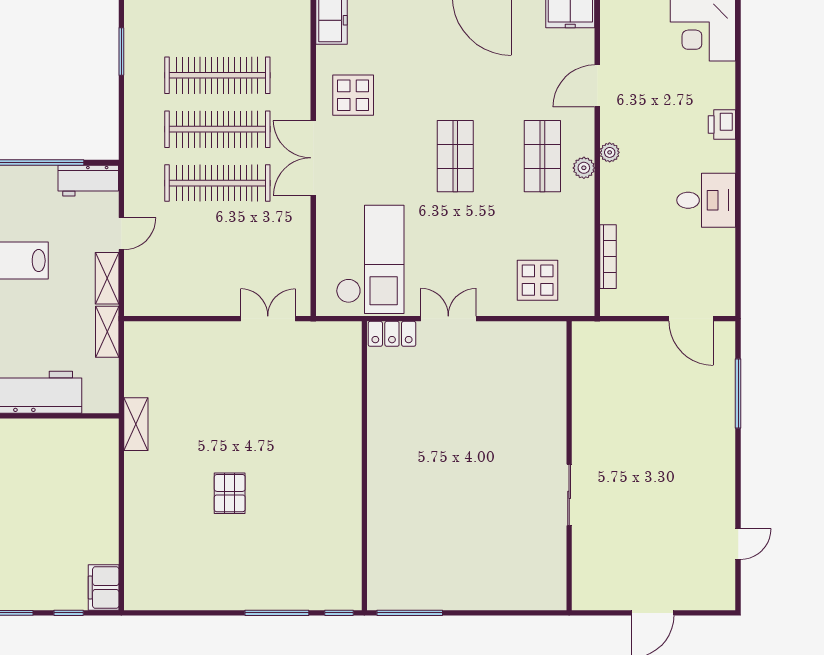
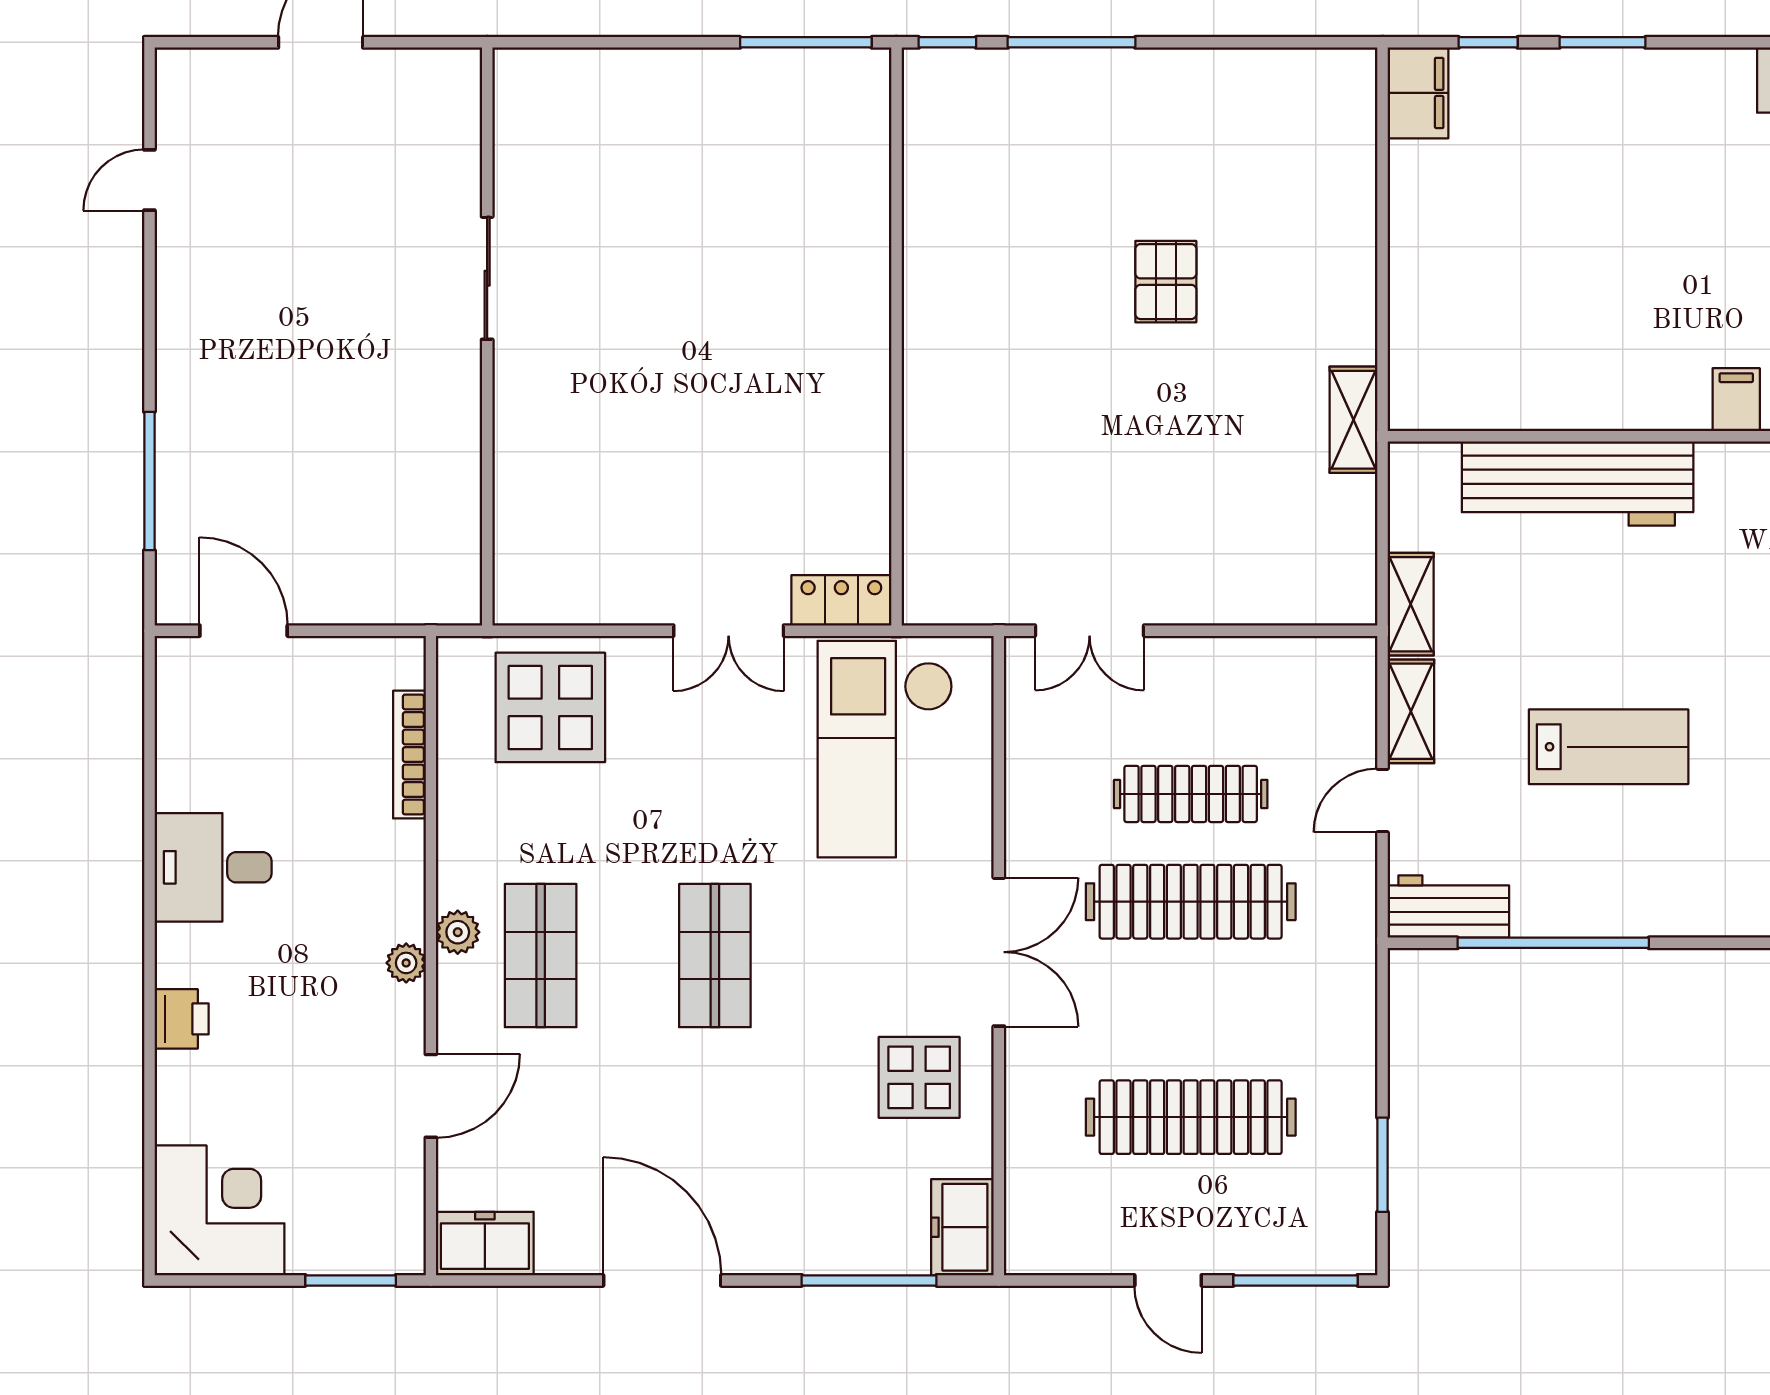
clothes rail: (217, 129) -> (1191, 794), moved, width x0.73, depth x0.76
display table: (538, 280) -> (550, 707), width x1.36, depth x1.36

